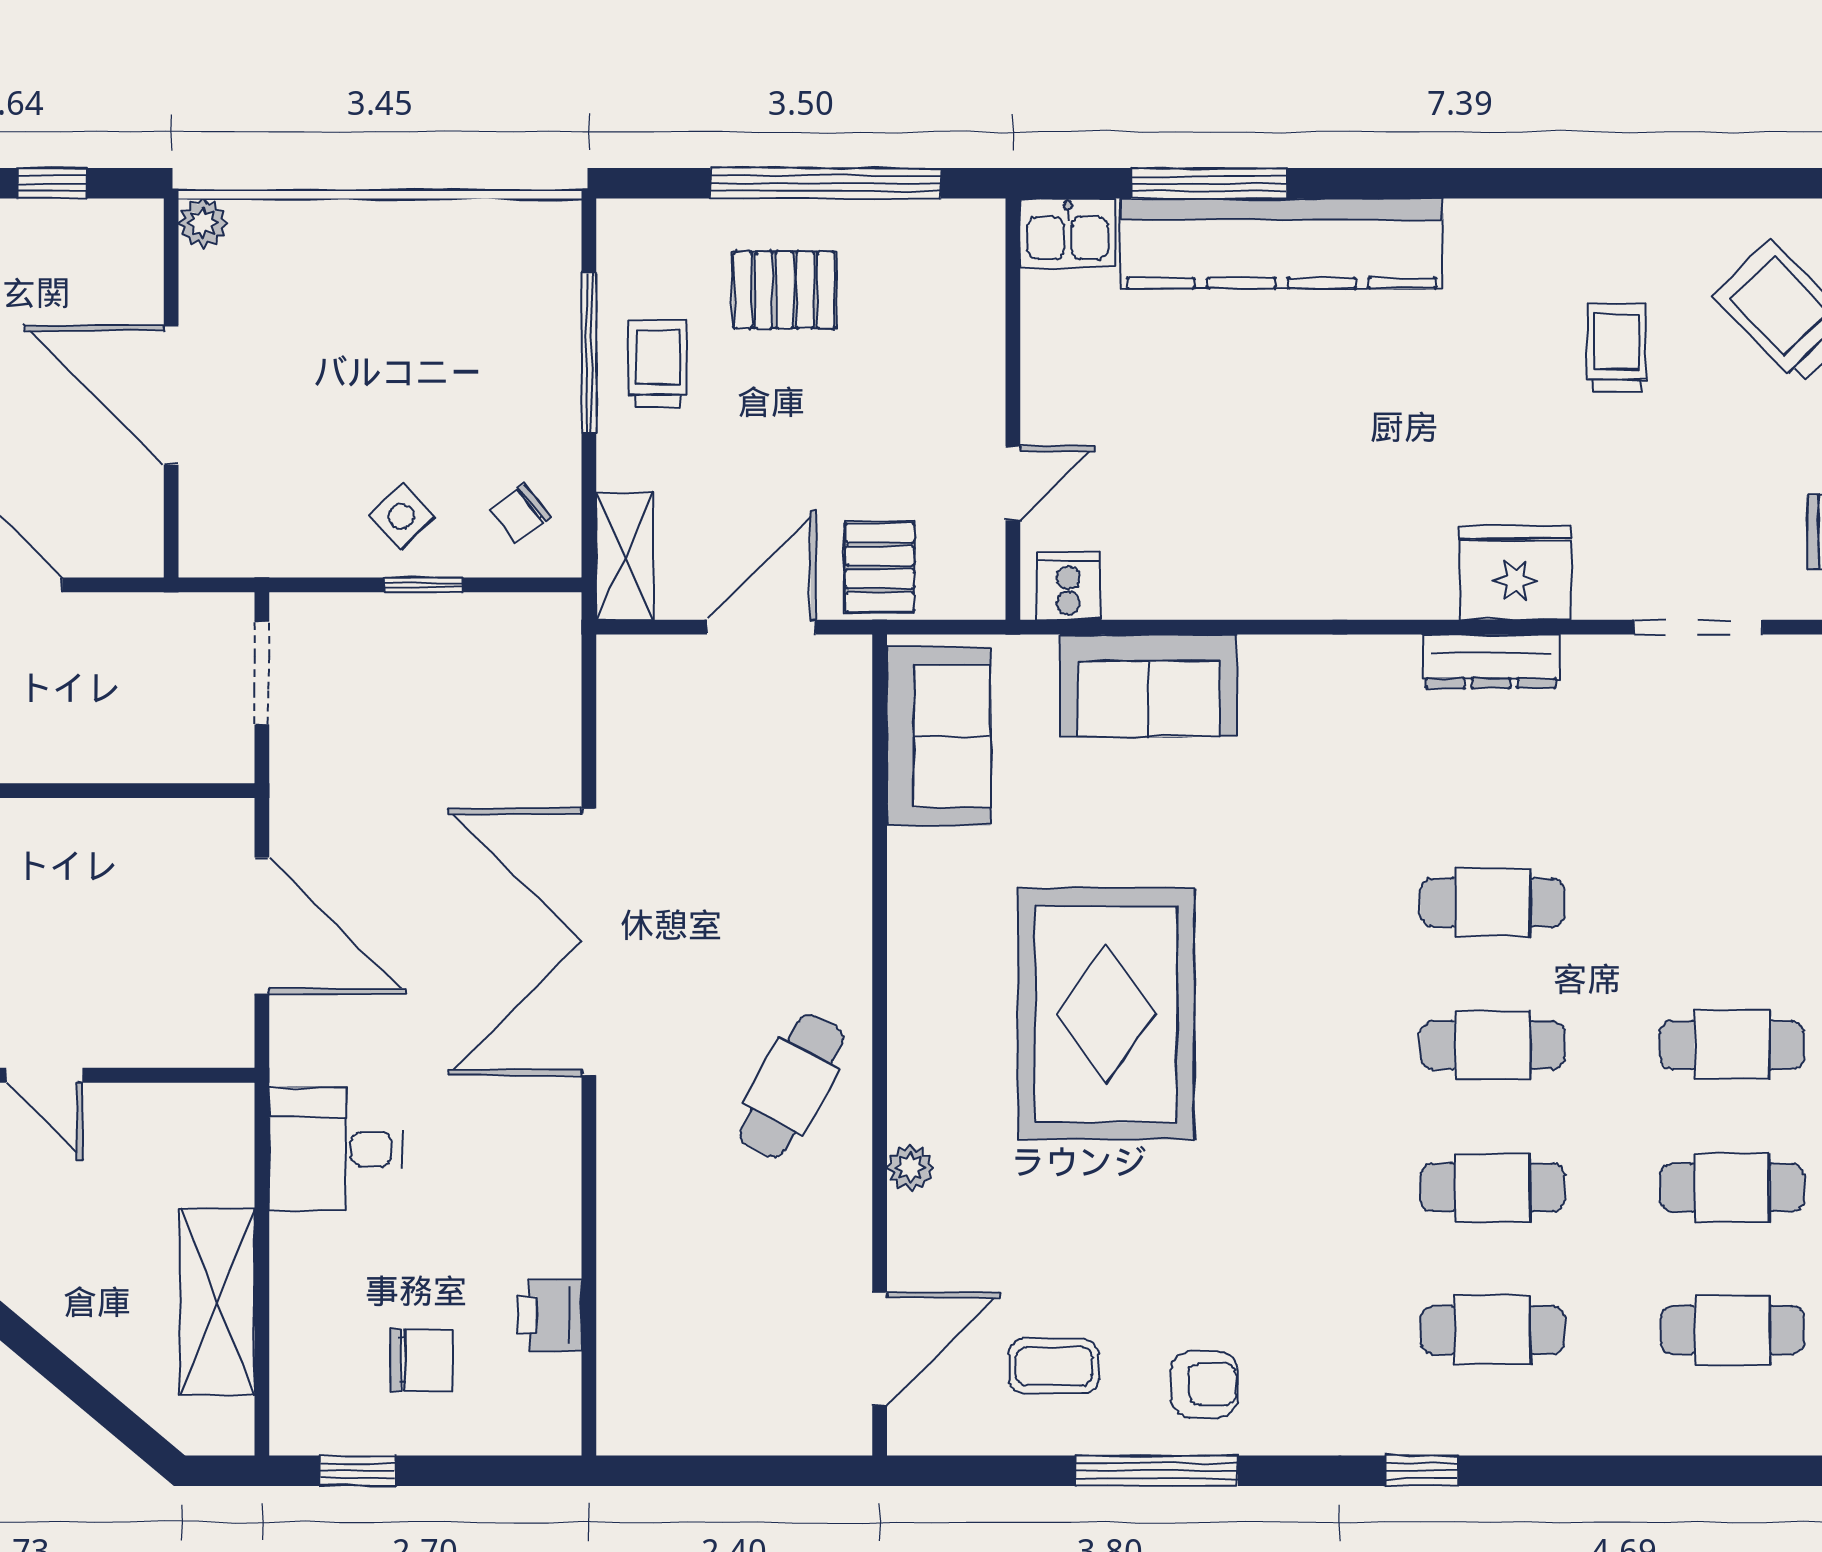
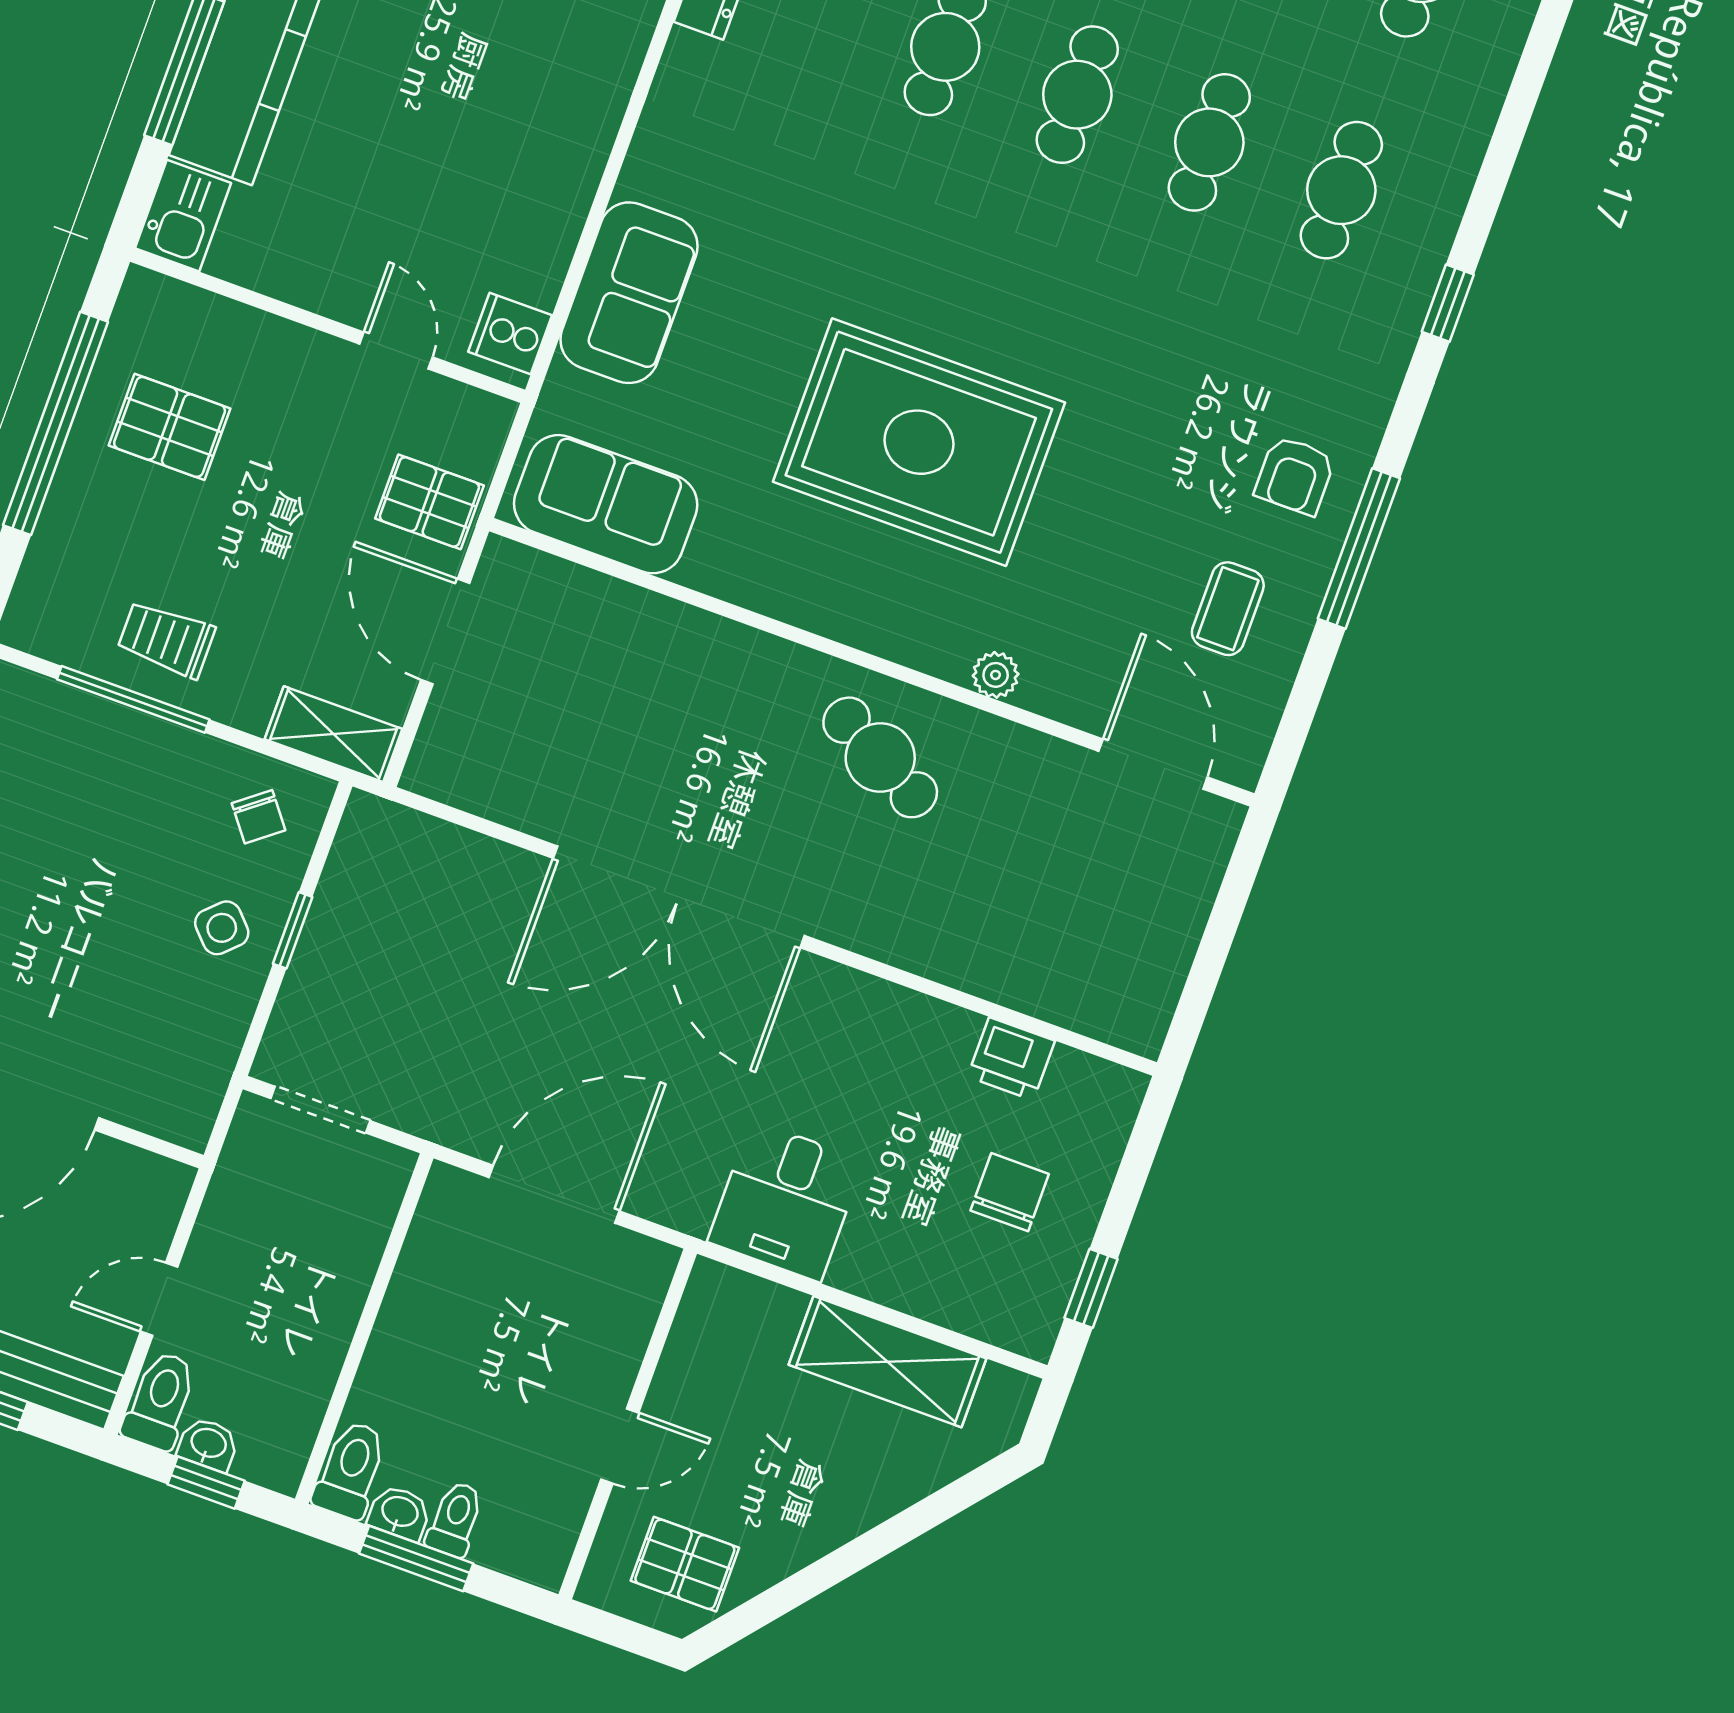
pallet: (784, 290) -> (170, 427), moved, turned 90
armchair: (1204, 1384) -> (1295, 475), turned 180

